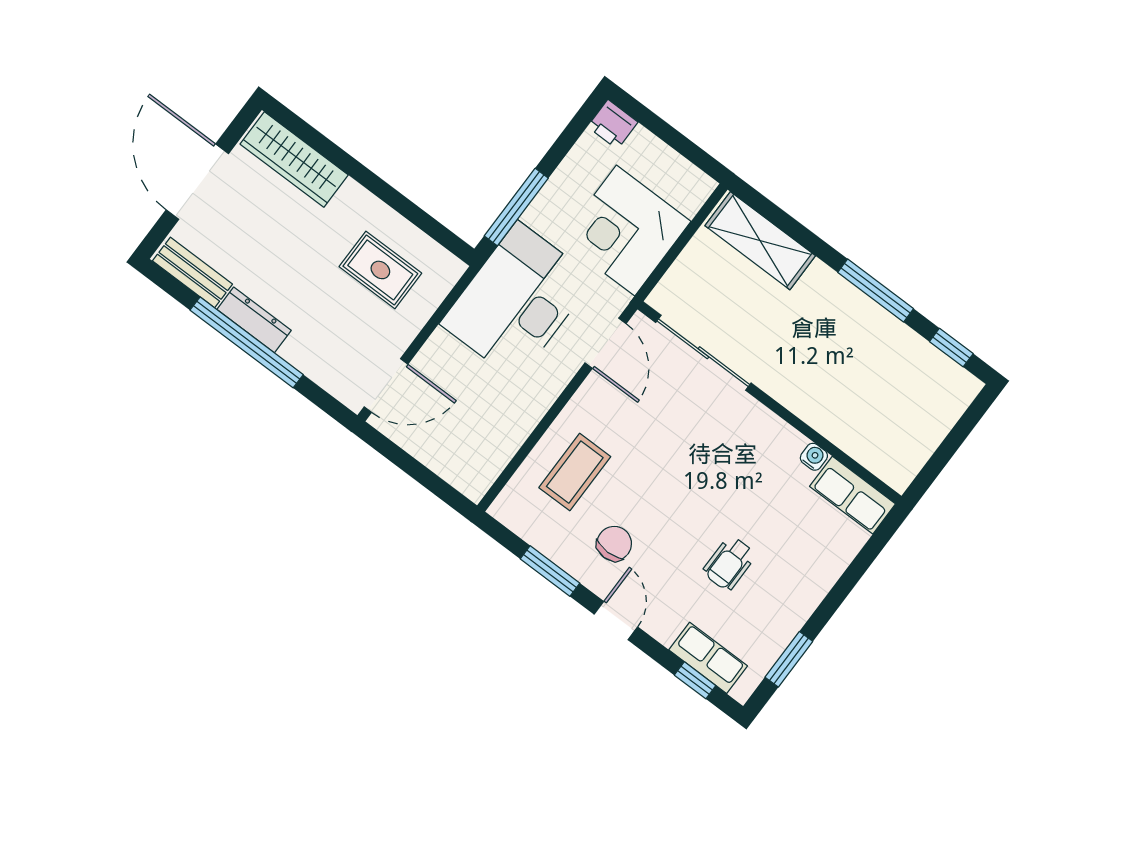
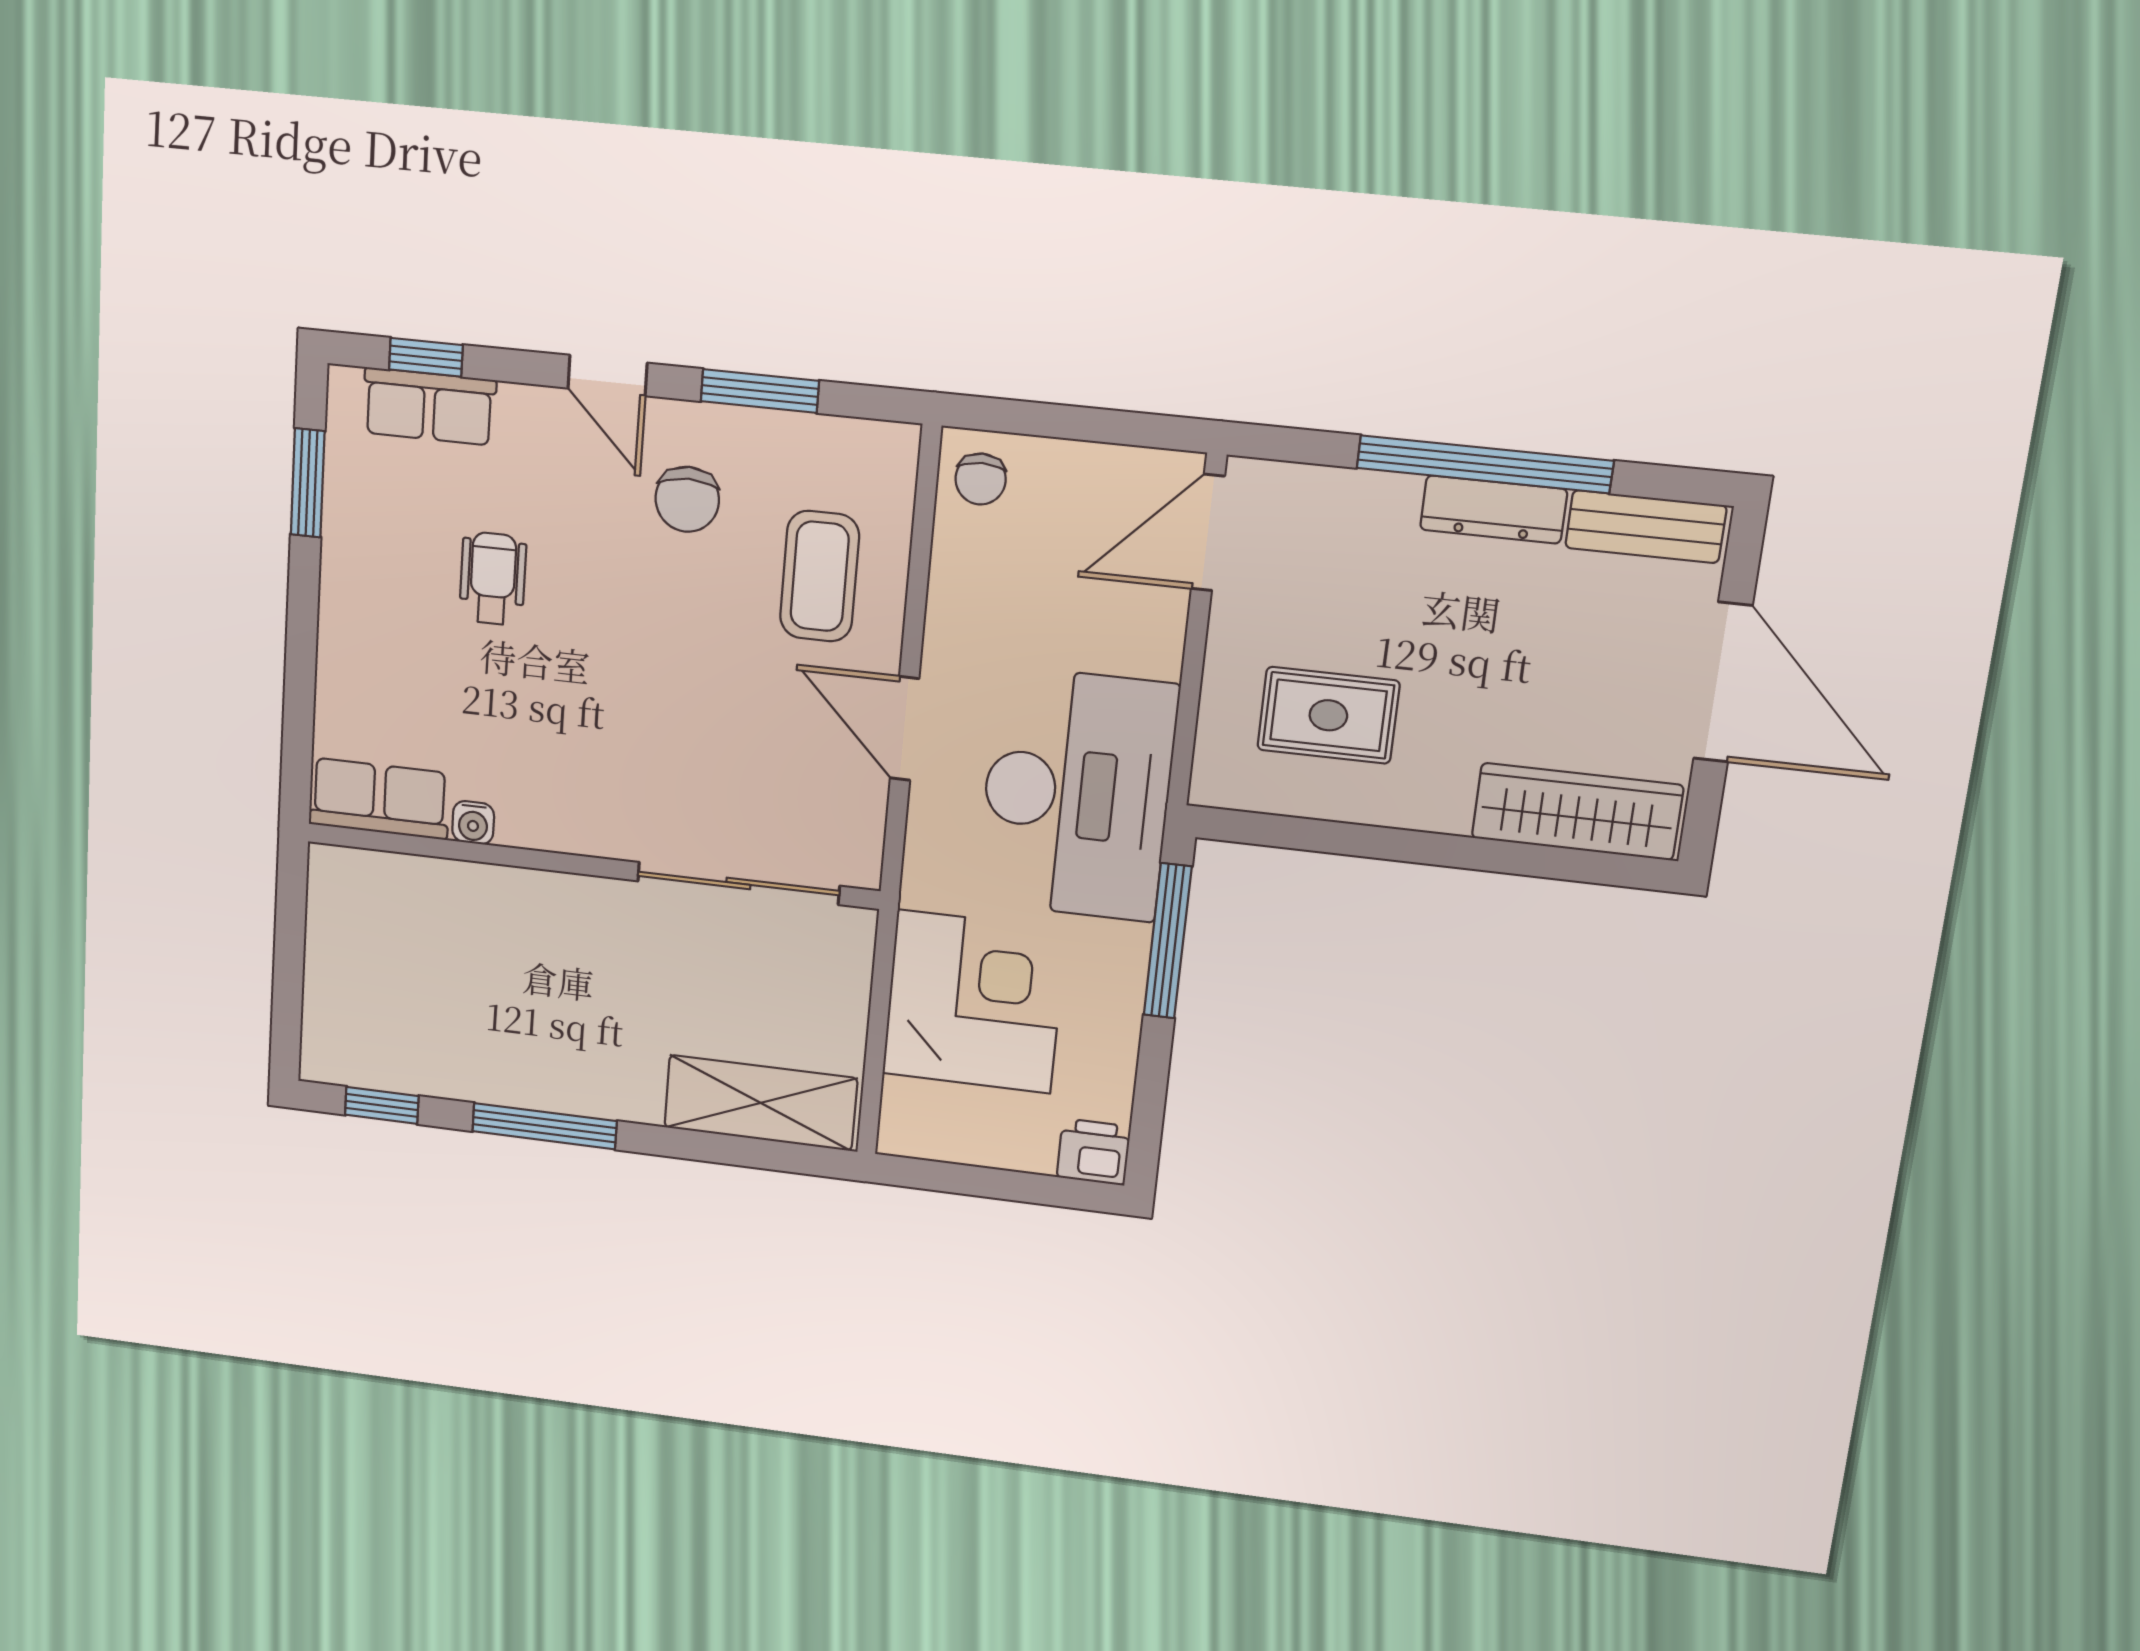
door: (606, 343) -> (905, 728), moved
chair: (474, 471) -> (981, 479), added

